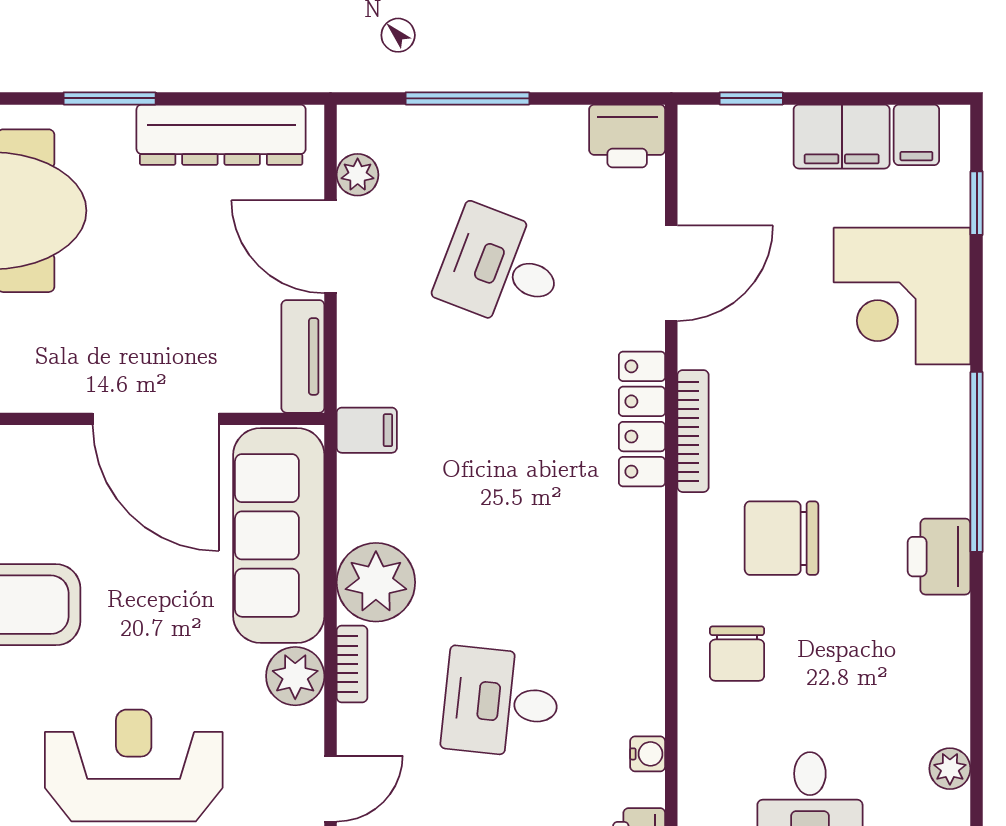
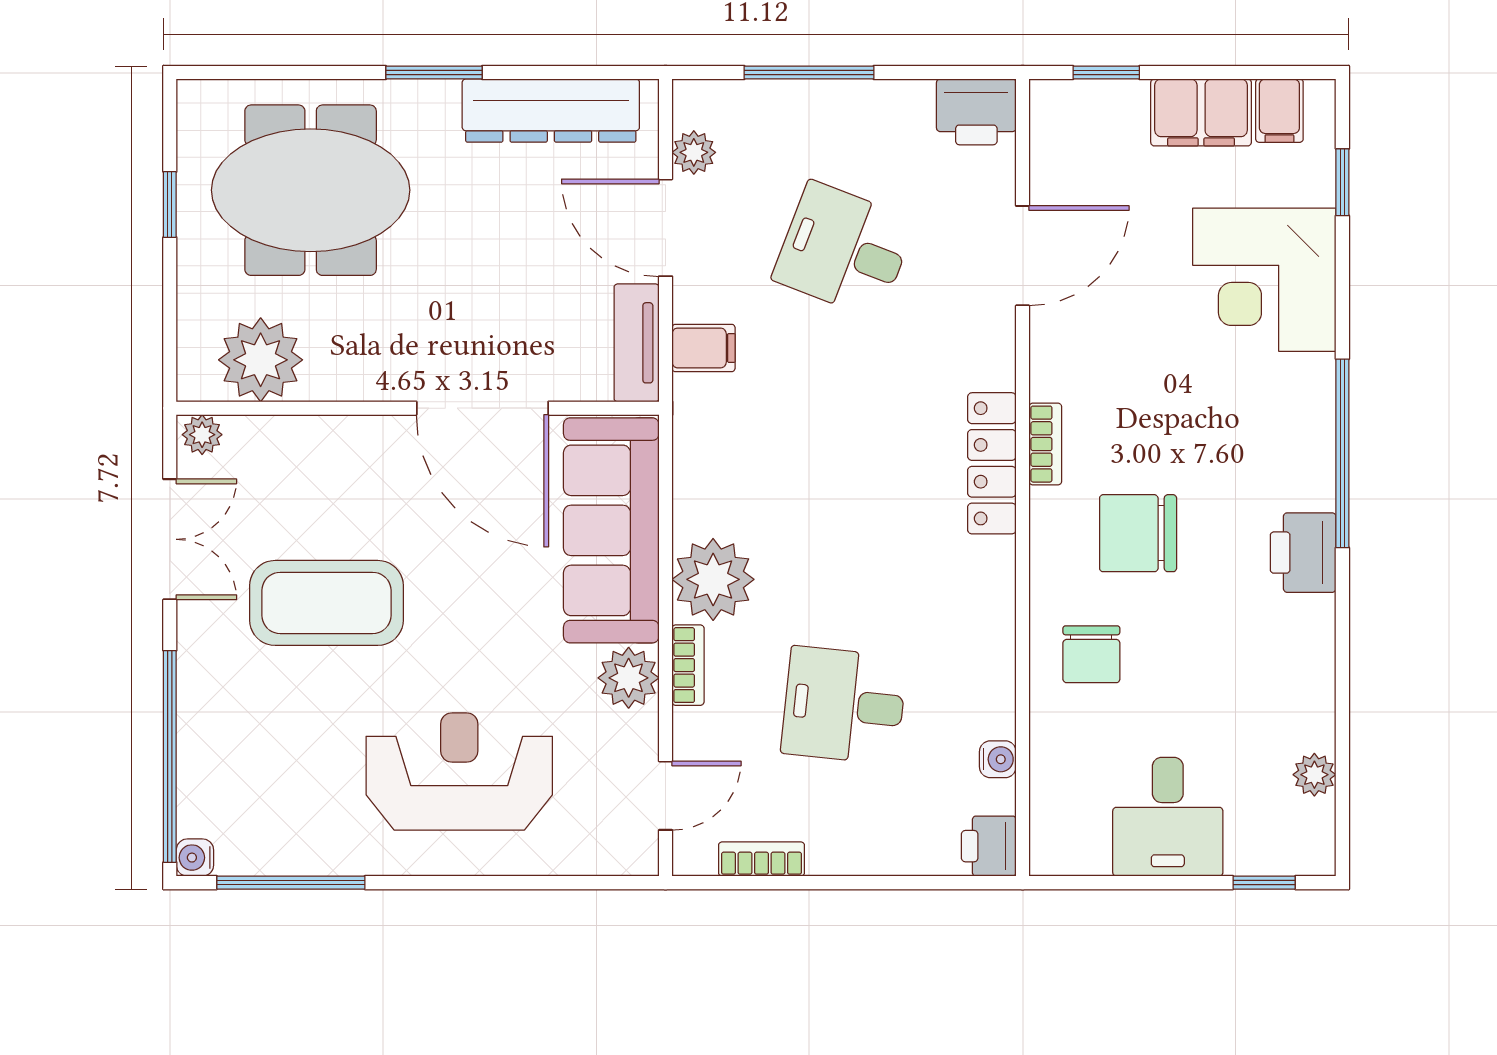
locker: (642, 419) -> (992, 463), moved
filing cabinet: (367, 430) -> (704, 348), moved
bookcase: (693, 431) -> (1045, 444), width x0.64

